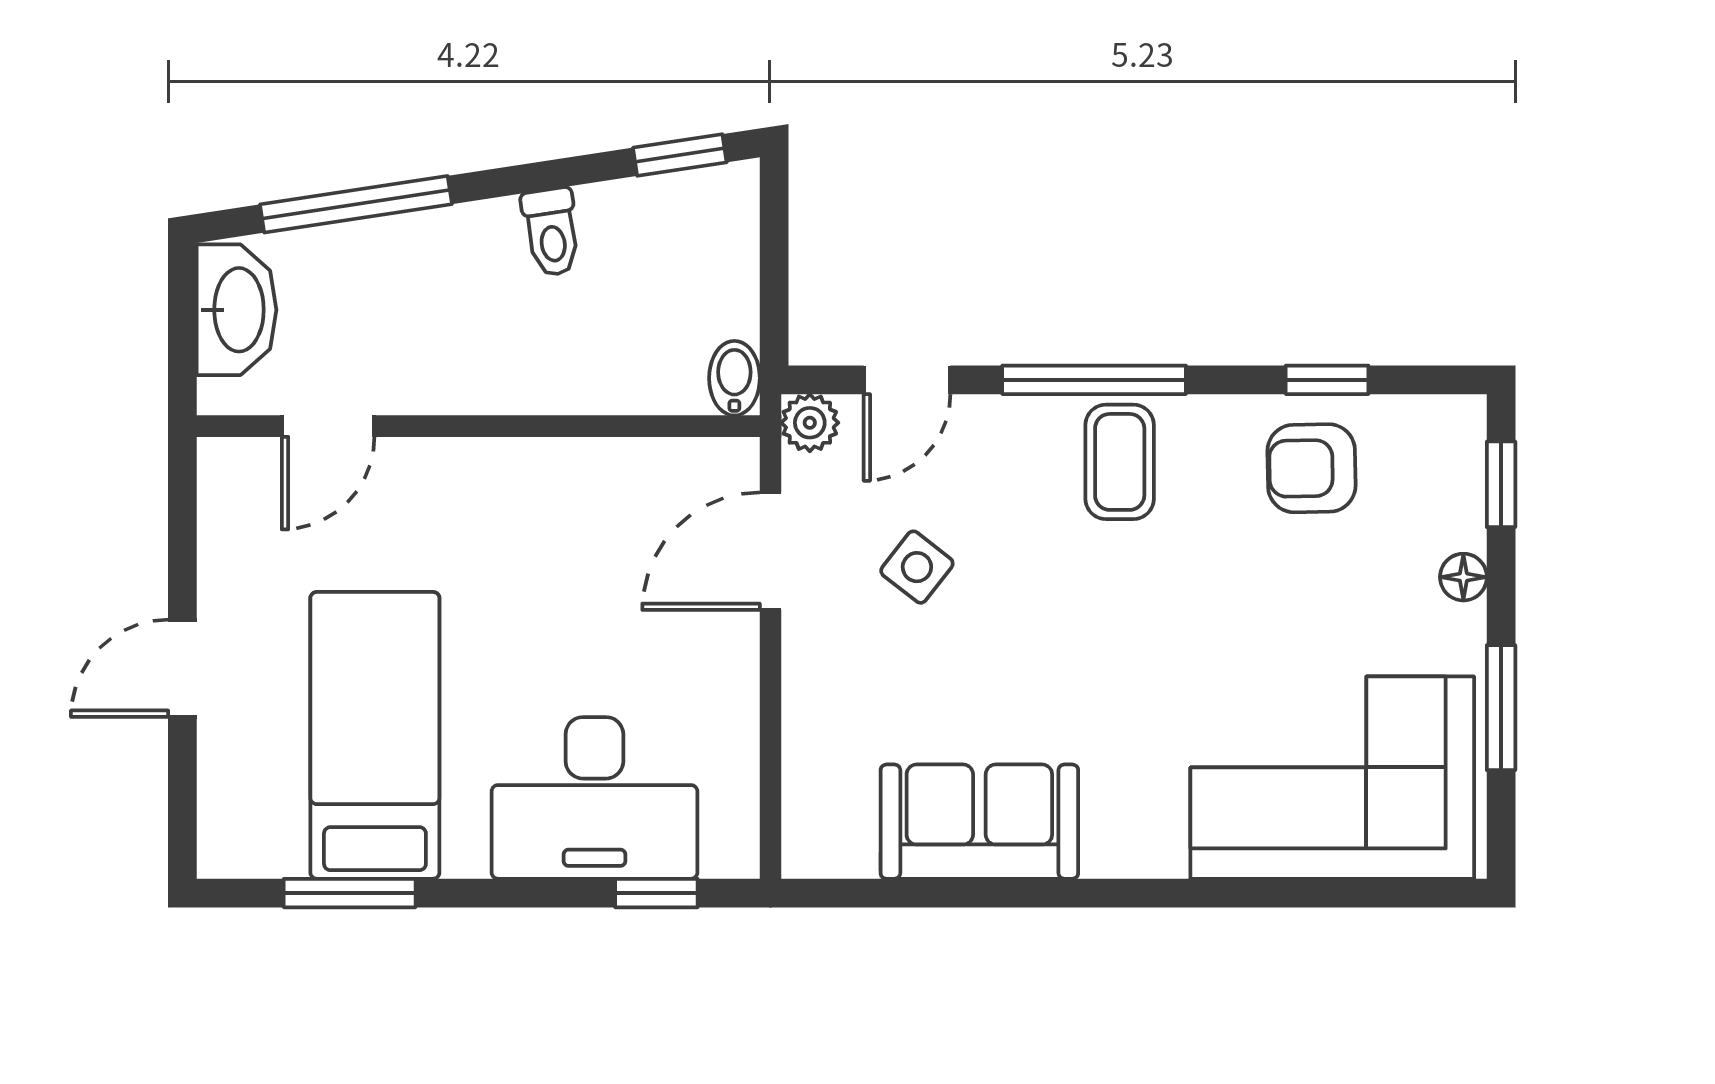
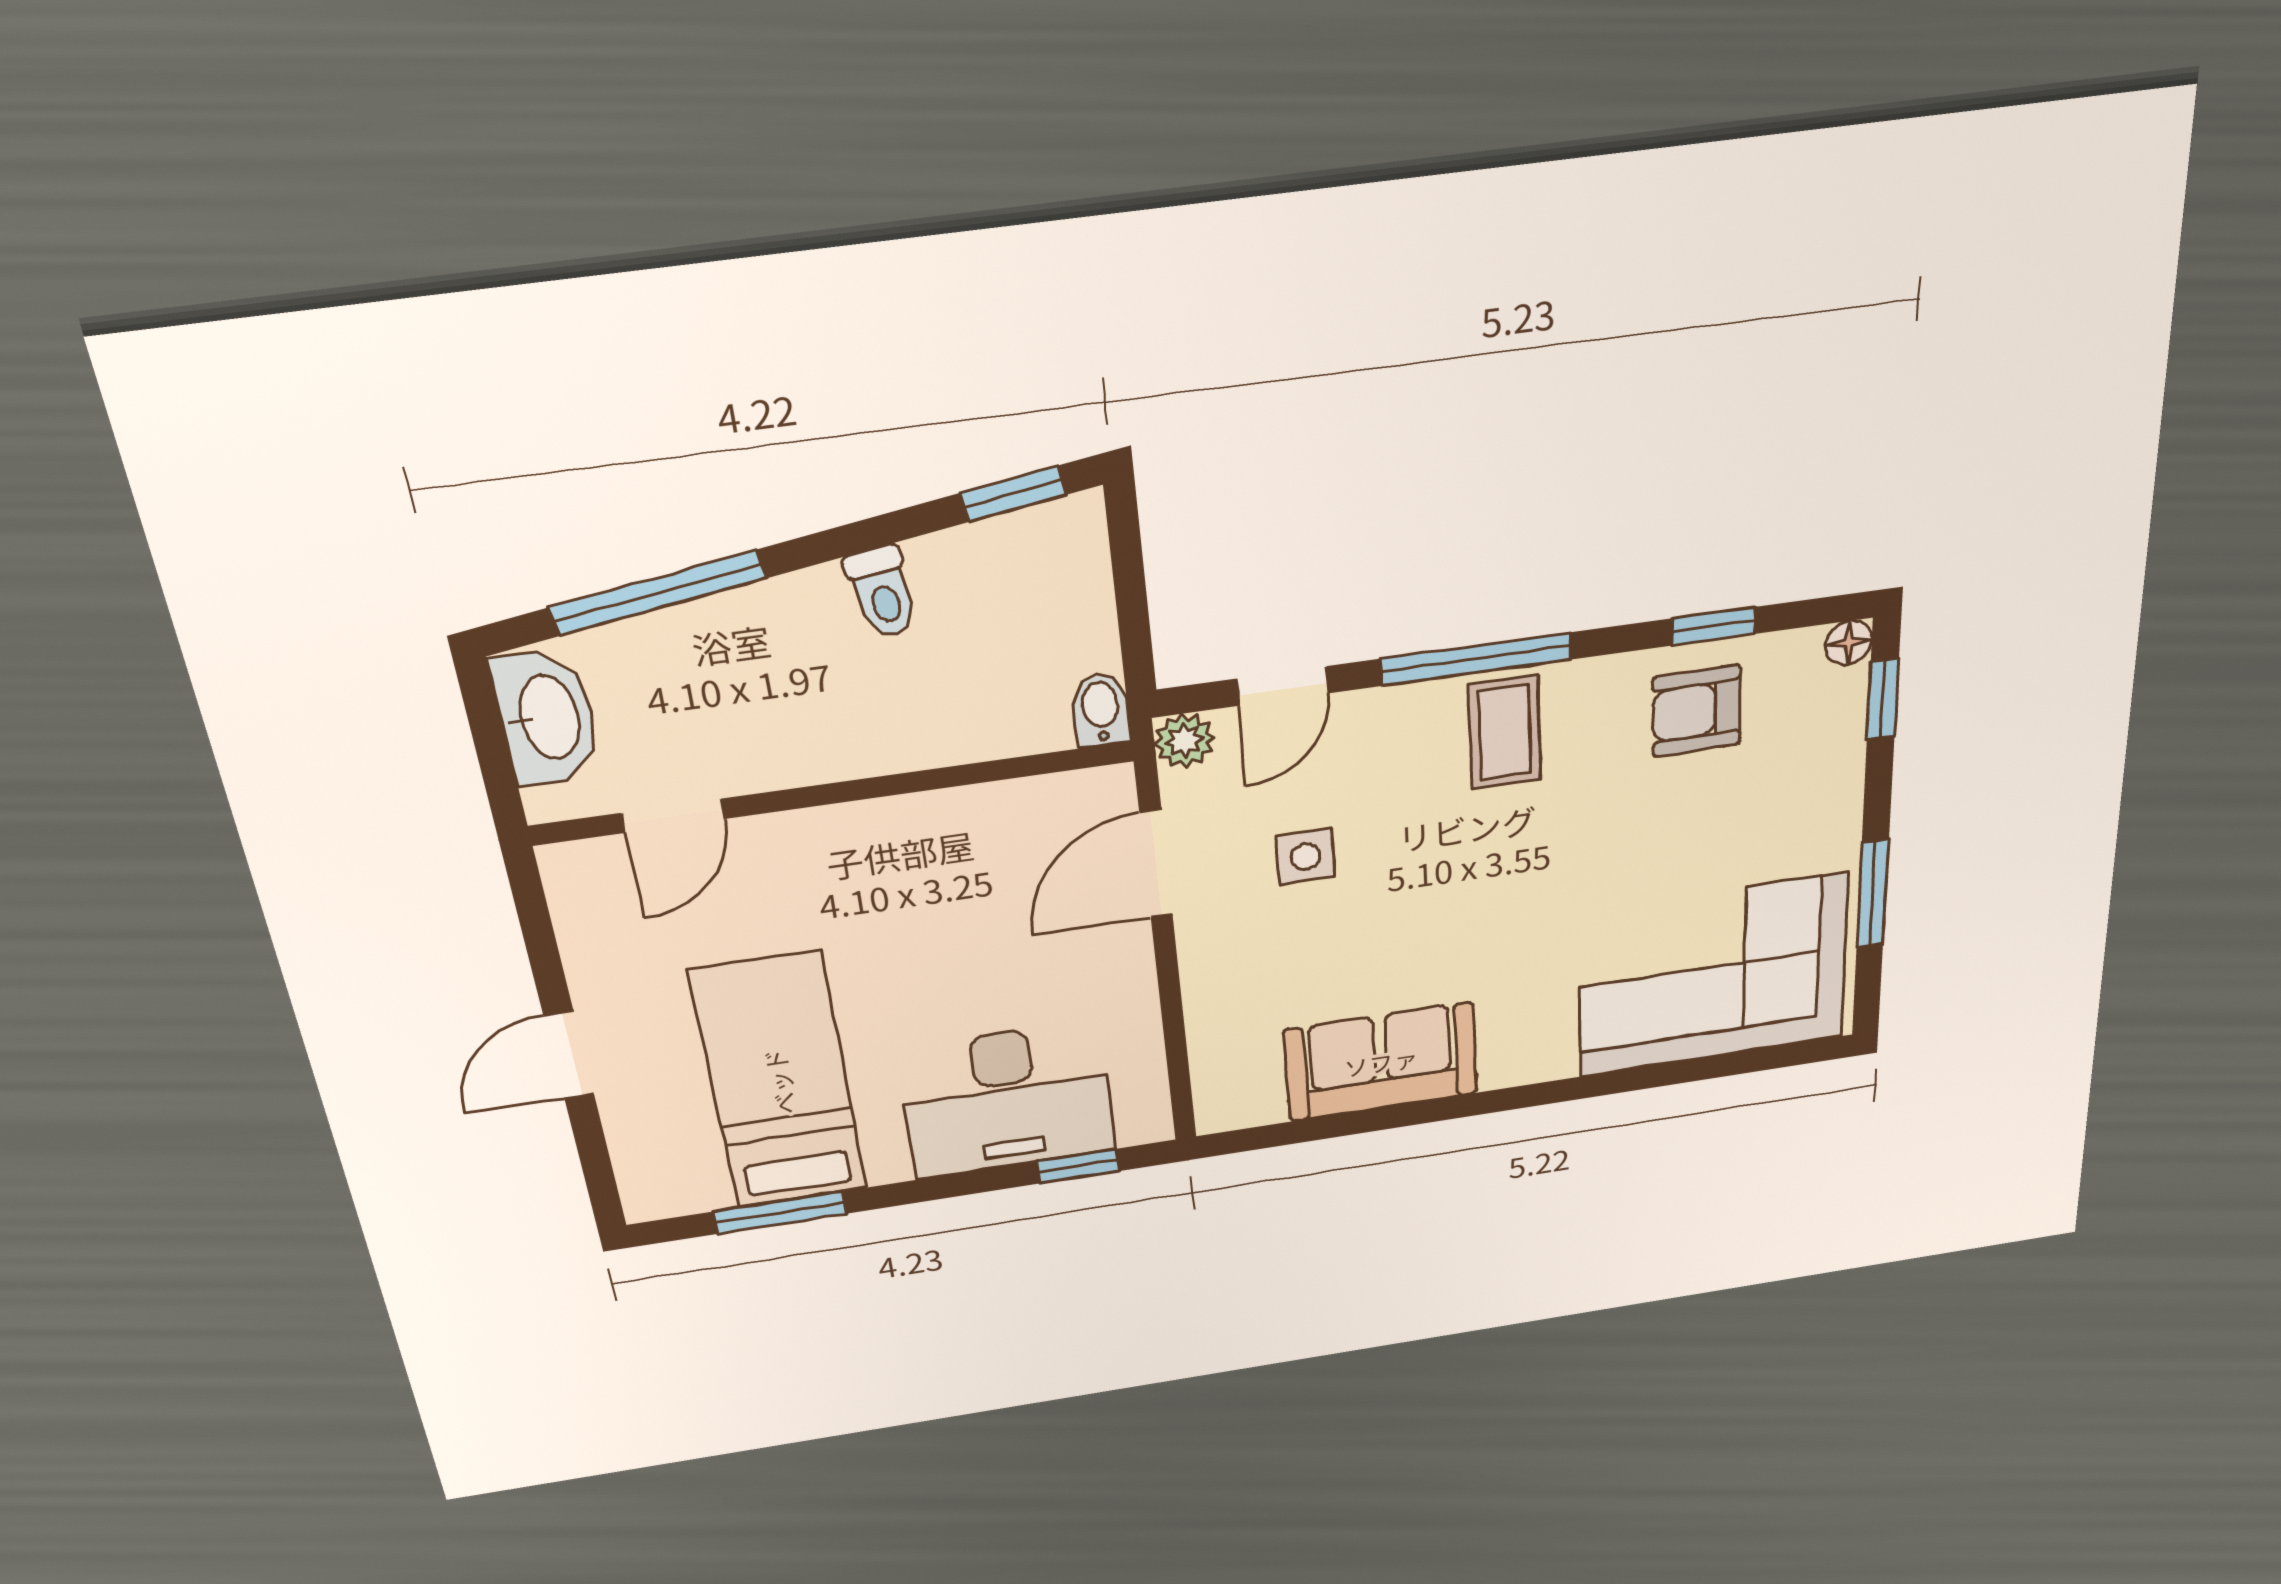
side table: (917, 567) -> (1306, 857), turned -38
floor lamp: (1463, 577) -> (1849, 643), moved

